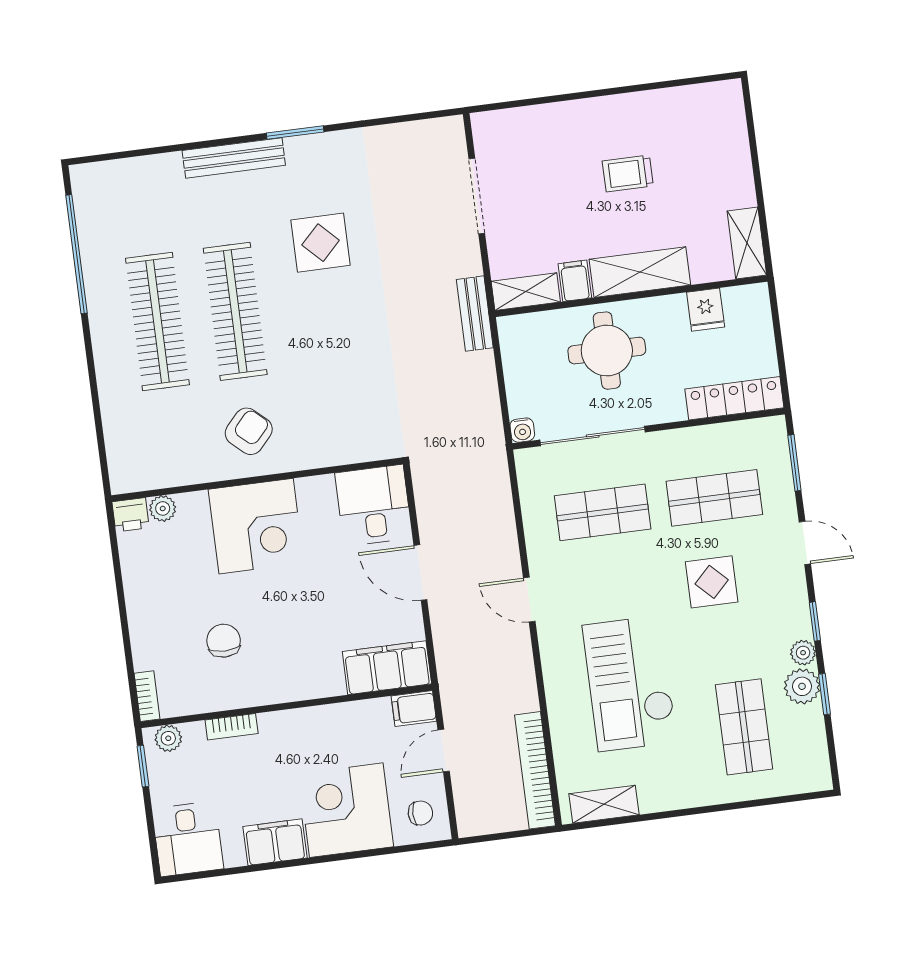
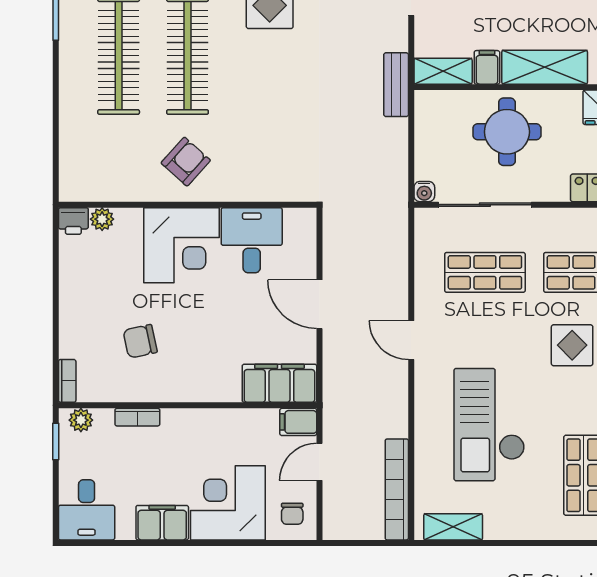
desk: (374, 505) -> (252, 240), moved
chair: (224, 641) -> (140, 341), turned -102
chair: (420, 813) -> (292, 514), turned 90

